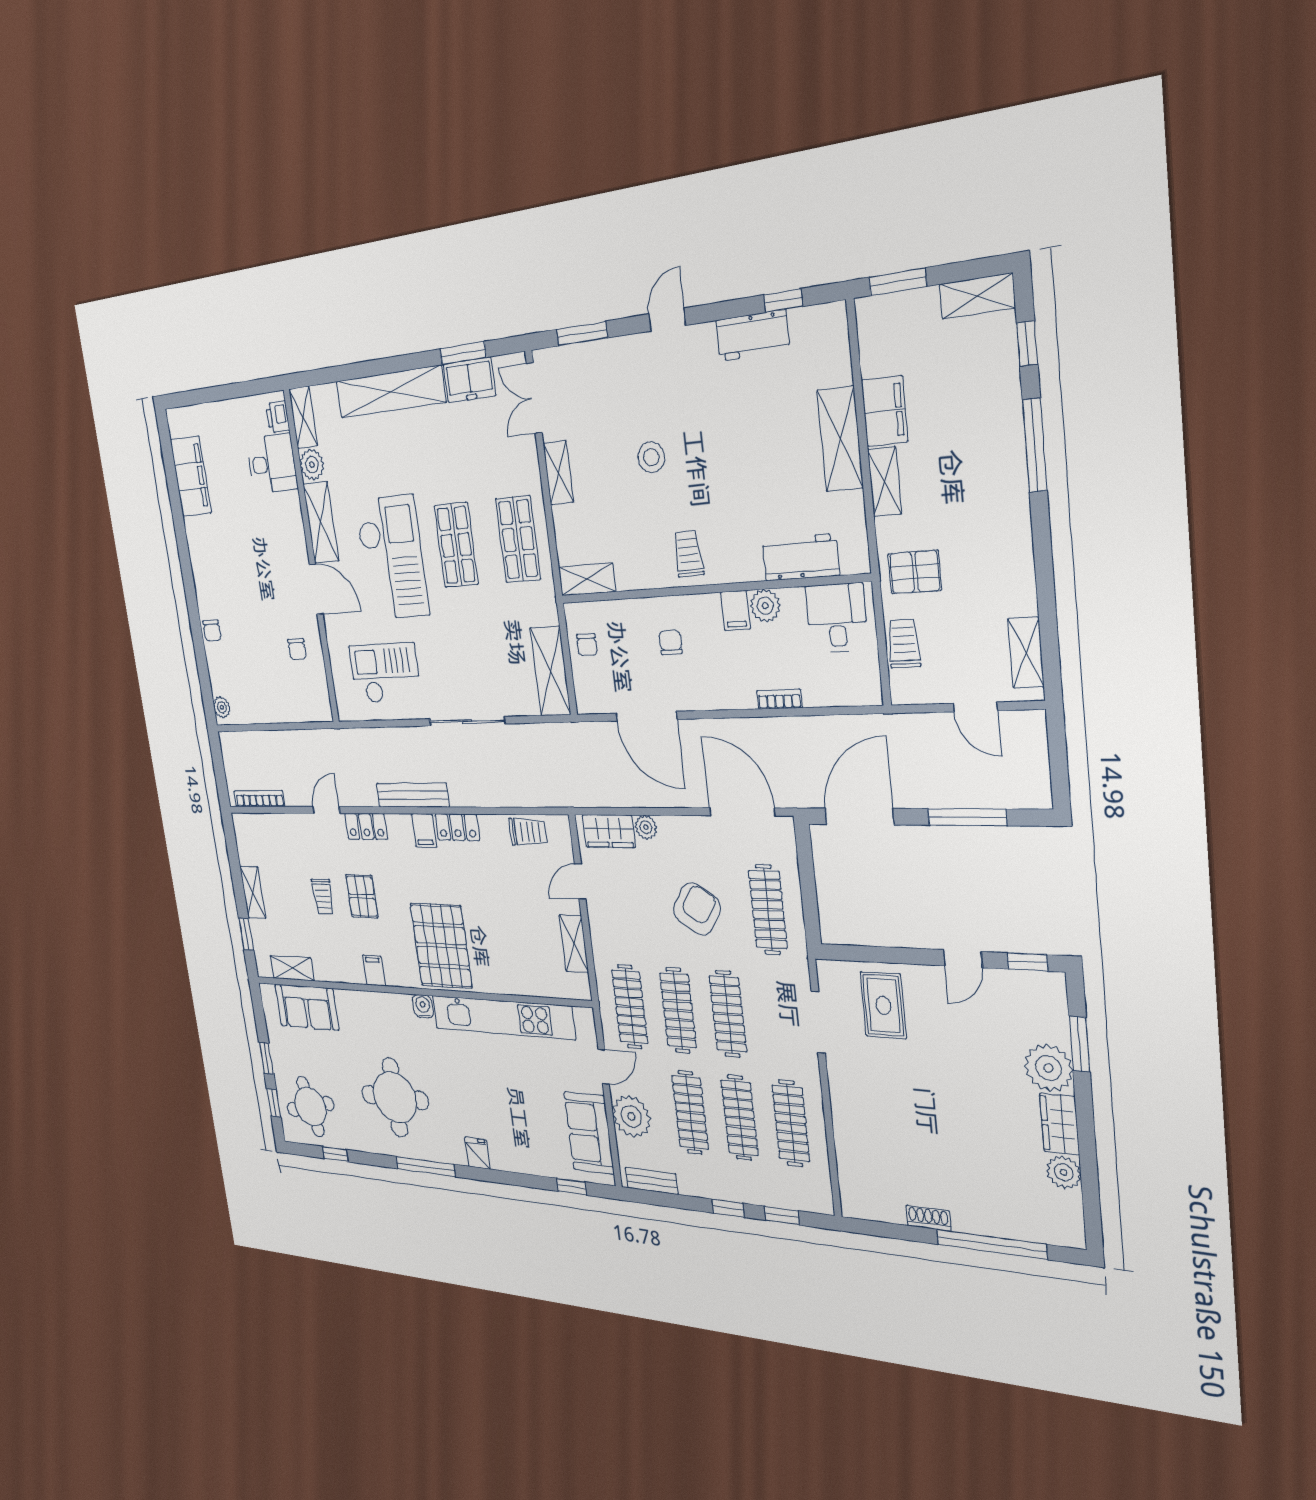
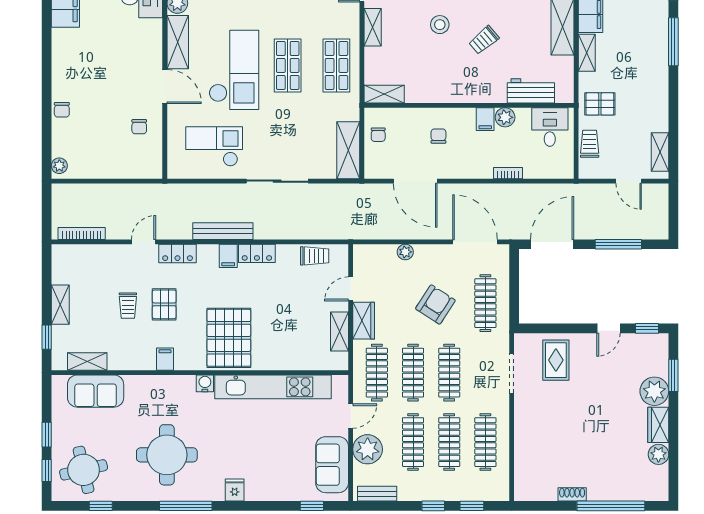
trolley: (688, 554) -> (484, 40), moved, turned -128
wardrobe: (609, 831) -> (364, 321), moved, turned -90

